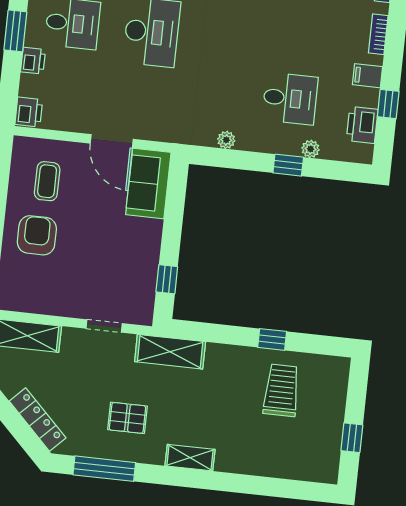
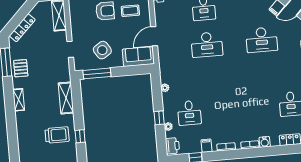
printer: (362, 125) -> (172, 146), moved, turned 90
side table: (119, 258) -> (102, 50), added
window: (167, 279) -> (97, 73), width x2.17
window: (272, 339) -> (80, 136), moved
shelving: (170, 352) -> (66, 98), moved
pallet: (127, 418) -> (21, 68), moved

